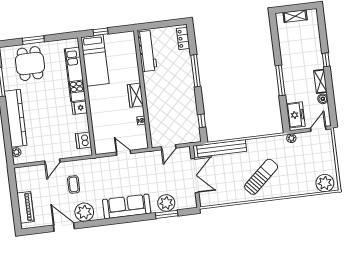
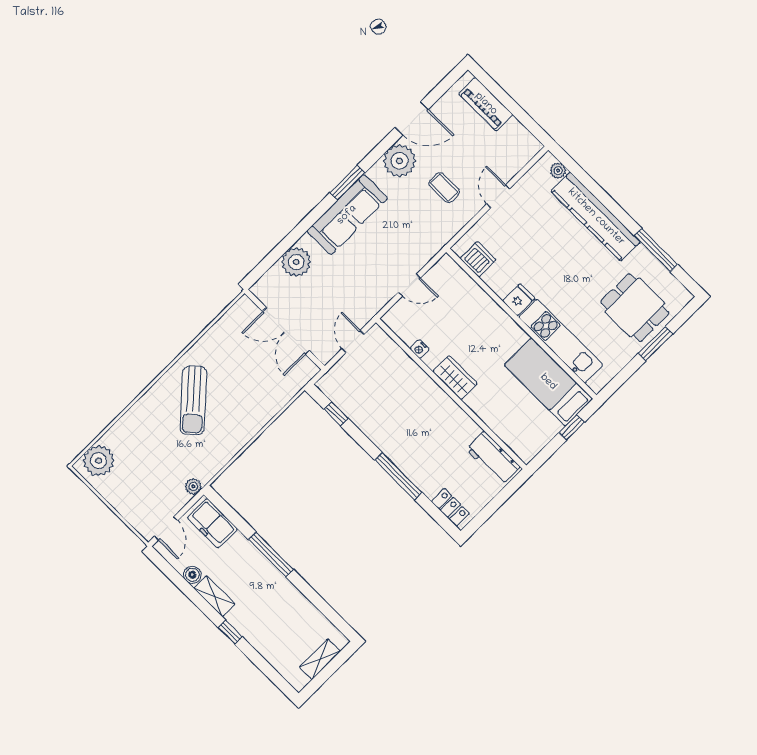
workbench: (147, 51) -> (493, 458), width x0.73
bench: (222, 148) -> (279, 397), removed
window: (167, 214) -> (347, 183), moved

